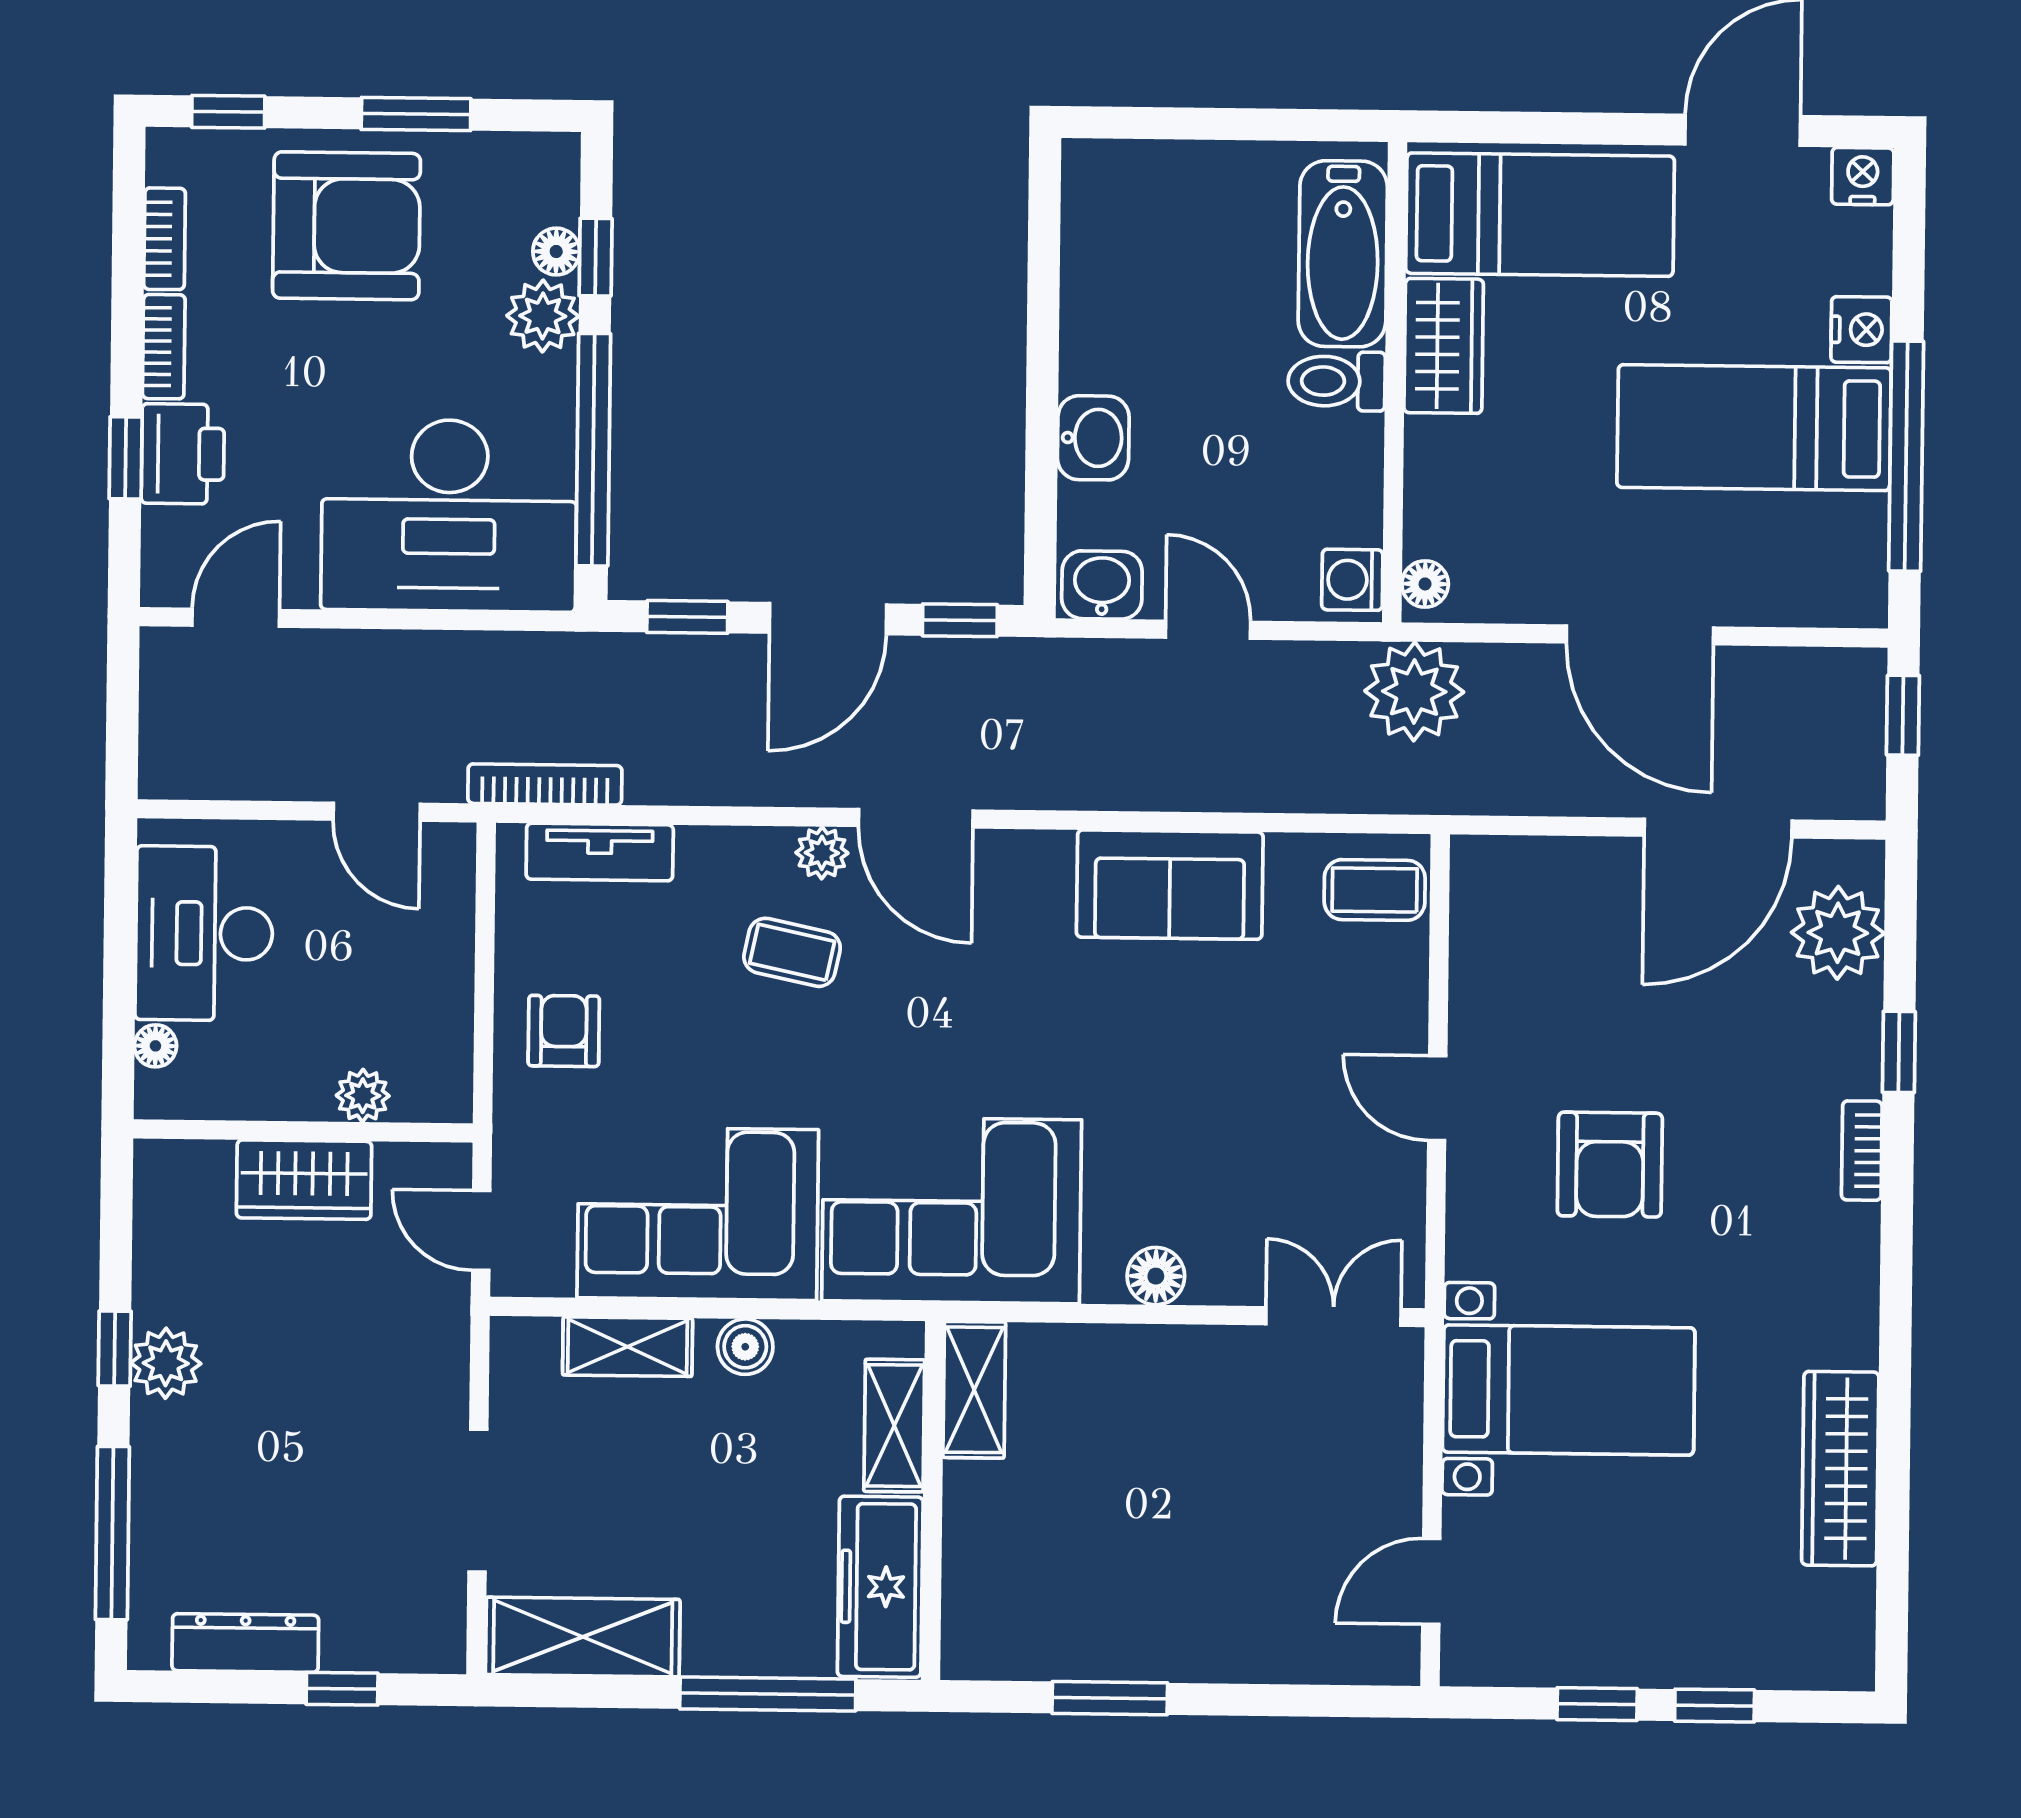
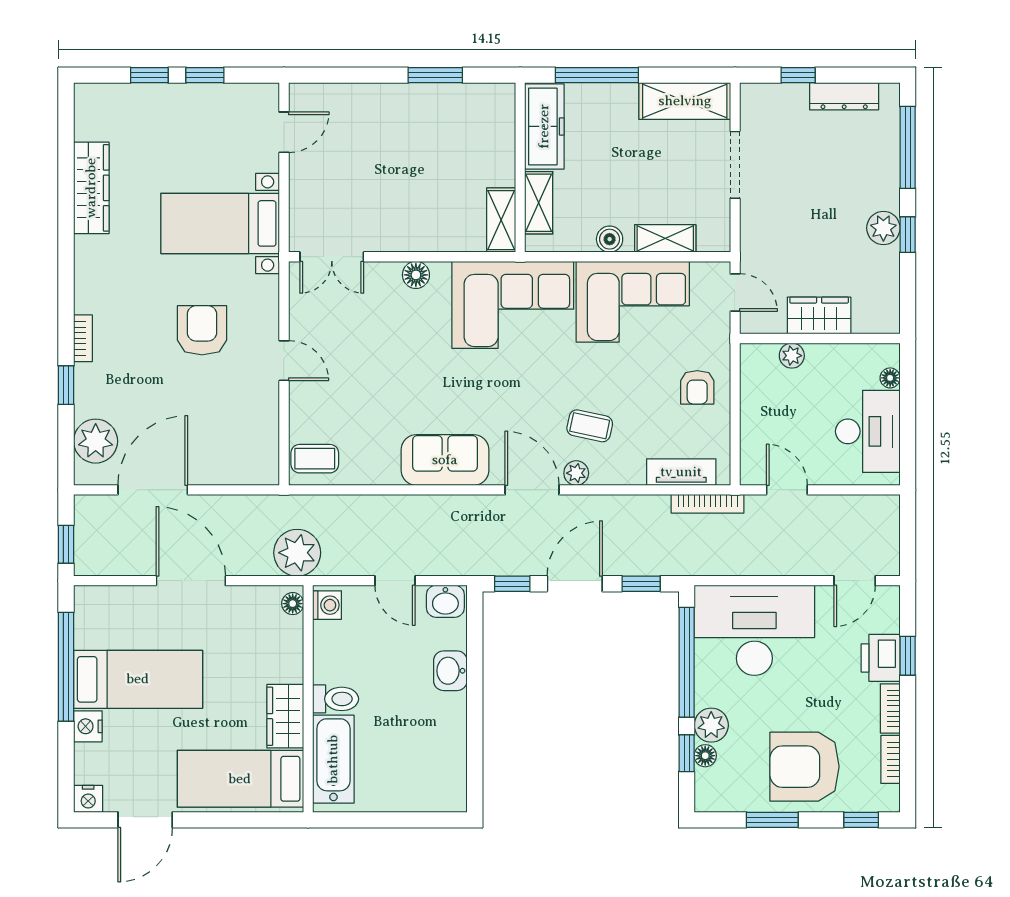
sofa: (1170, 885) -> (445, 460), moved

